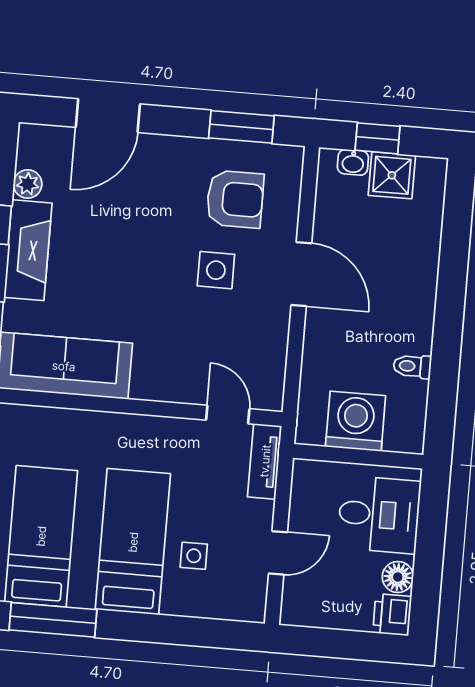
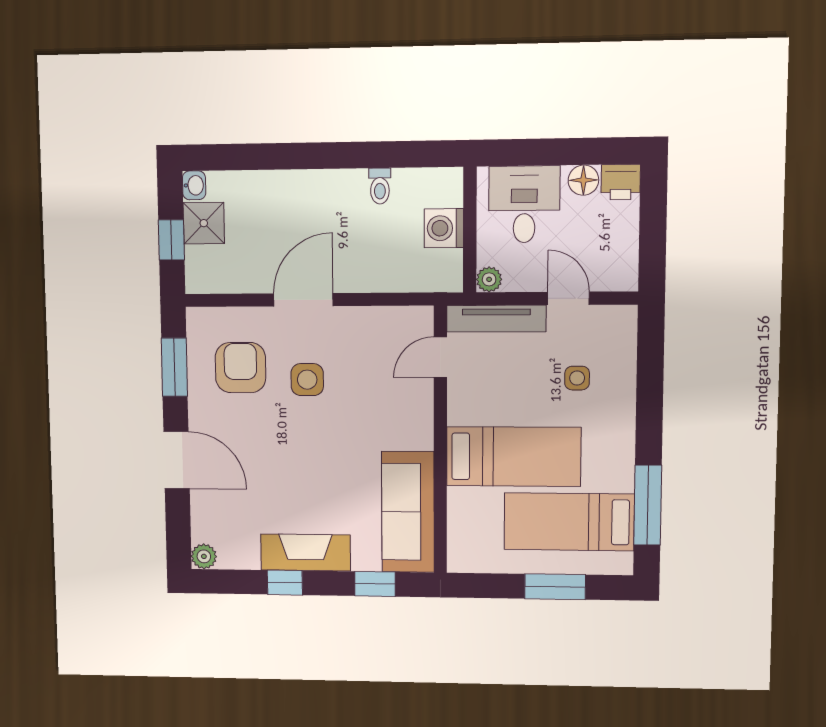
door: (108, 116) -> (177, 460), moved
washbasin: (353, 162) -> (194, 185), moved
plant: (28, 184) -> (204, 556), moved
washing machine: (356, 421) -> (444, 228), width x0.73, depth x0.73
tv unit: (265, 461) -> (496, 319), width x1.41
plant: (305, 472) -> (489, 279), added
bed: (133, 542) -> (513, 457), moved, turned 180

